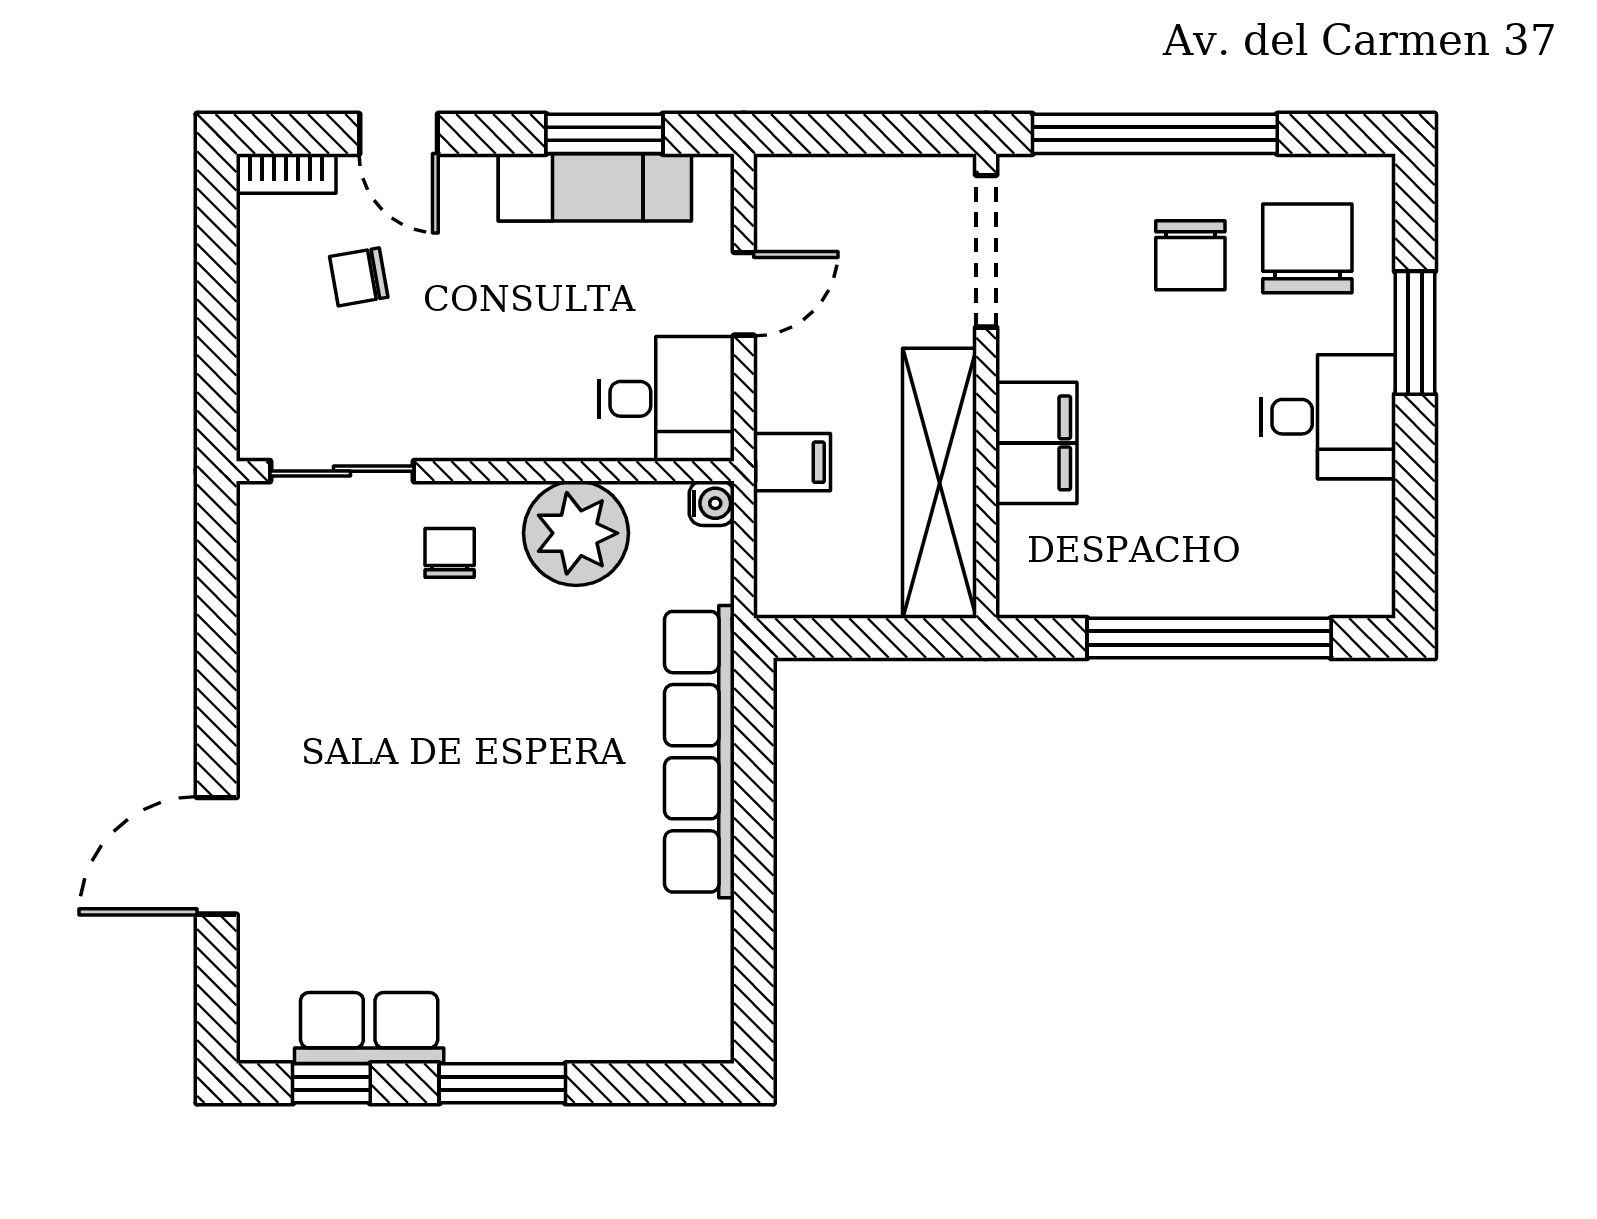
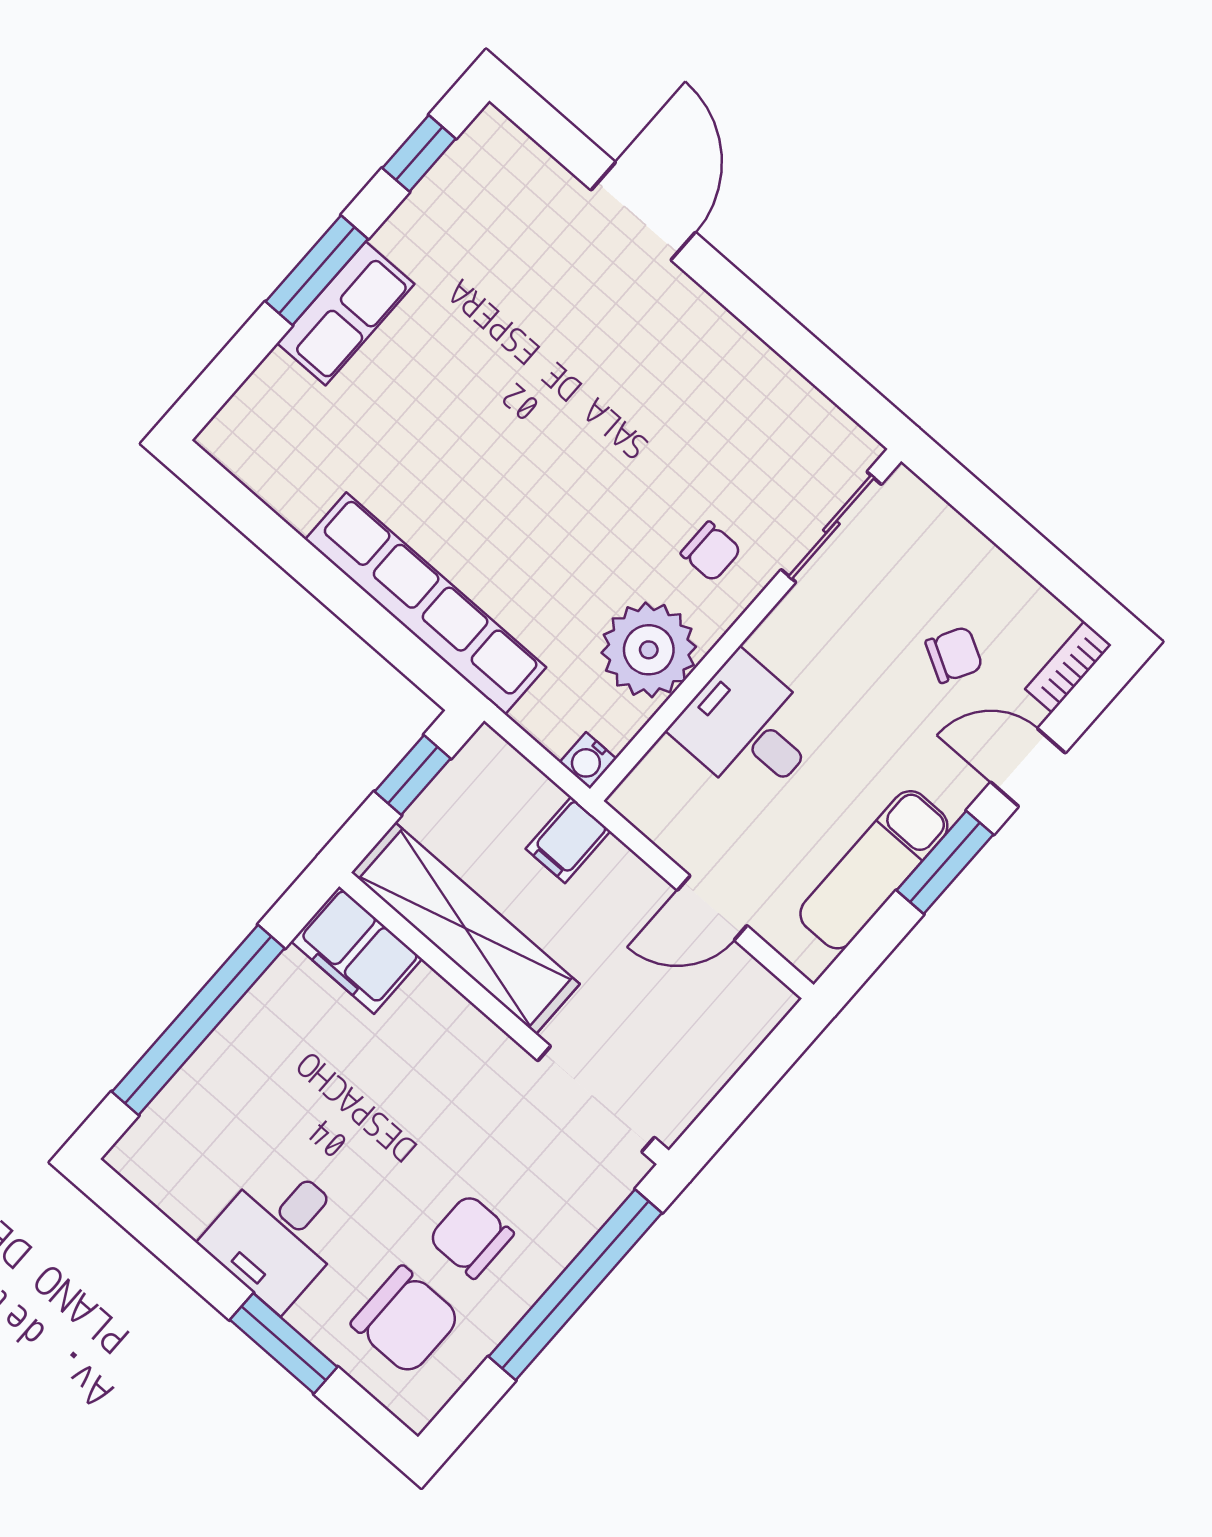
window: (604, 134) -> (945, 862), moved
chair: (359, 277) -> (954, 655), turned 39
door: (744, 294) -> (712, 908), hinge flipped
desk: (667, 399) -> (748, 728), moved, turned 90
filing cabinet: (1036, 443) -> (356, 950), moved
window: (851, 638) -> (413, 775), added
row of seats: (369, 1028) -> (346, 313), moved

